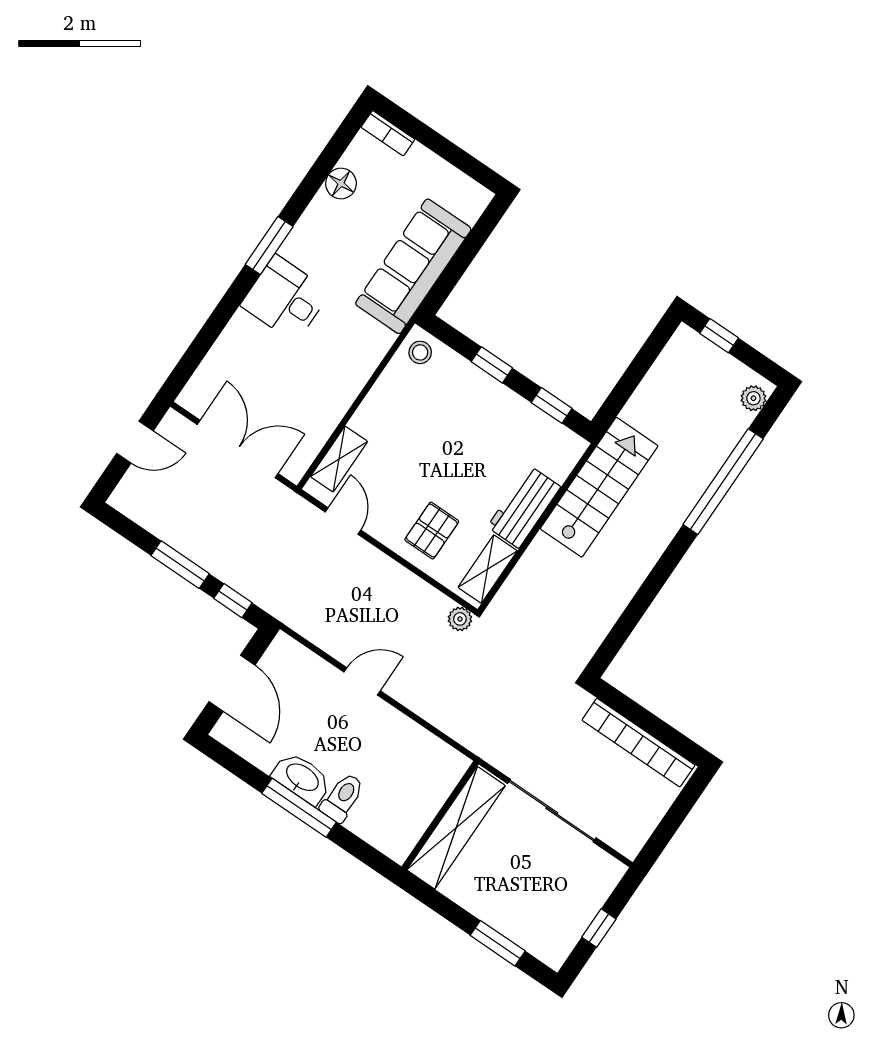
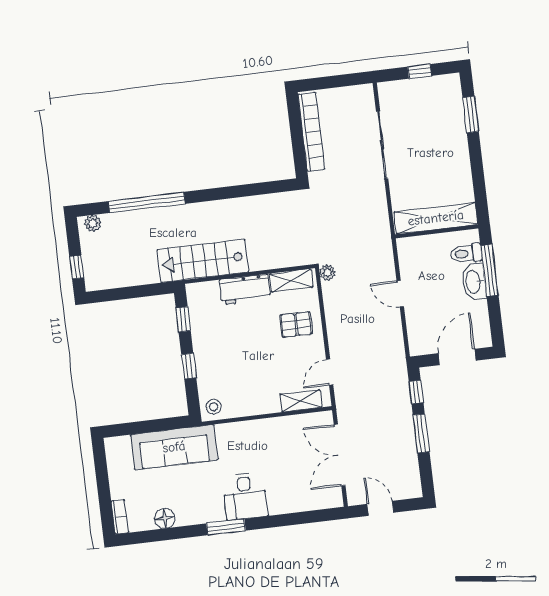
wall: (440, 815) -> (437, 231), moved
shelving: (456, 828) -> (436, 218), moved

